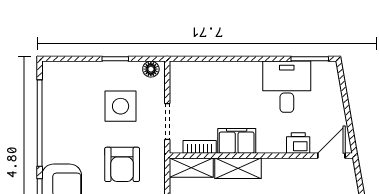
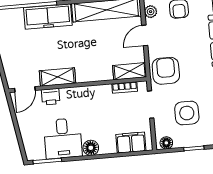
floor lamp: (251, 71) -> (91, 148), added
filing cabinet: (237, 141) -> (131, 143), moved, turned 180
armchair: (122, 164) -> (166, 71), moved
shelving: (238, 168) -> (58, 77), moved

